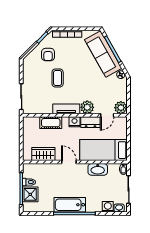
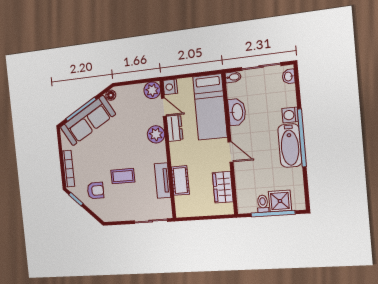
tv unit: (66, 109) -> (162, 181), moved
nightstand: (74, 122) -> (170, 87), moved
door: (69, 162) -> (231, 152), swing flipped
washing machine: (108, 207) -> (290, 115), moved

